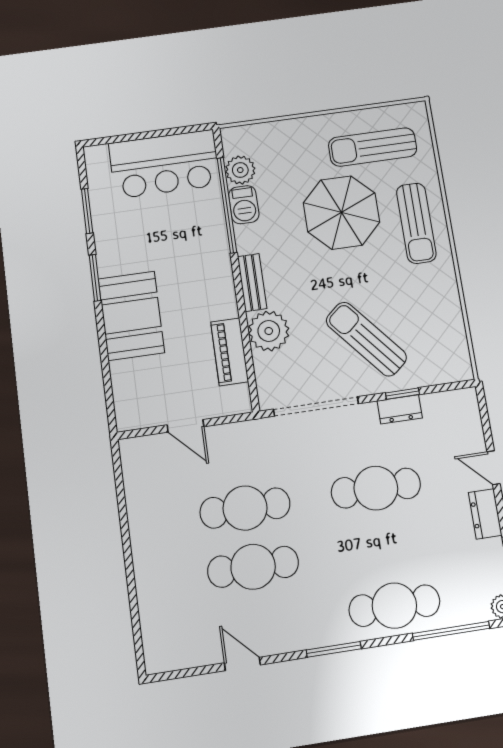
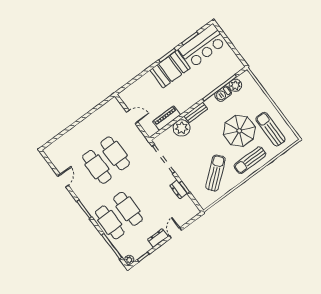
bar counter: (164, 164) -> (203, 46), moved, turned -90
booth: (131, 316) -> (170, 69), moved
sun lounger: (366, 339) -> (215, 173), moved
door: (185, 426) -> (132, 117), swing flipped
cafe table: (376, 488) -> (128, 209), moved

